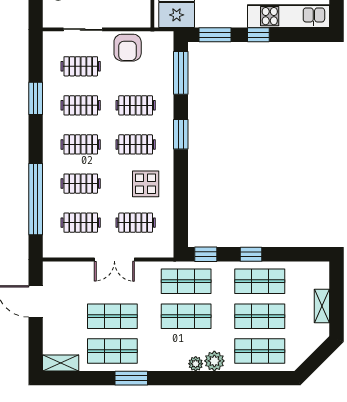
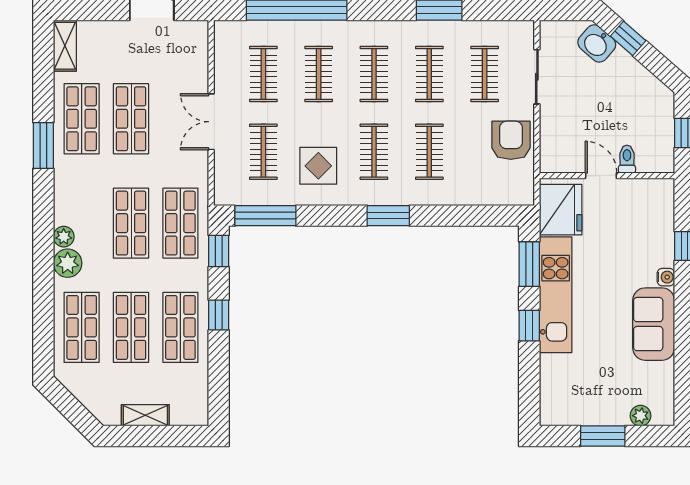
kitchen unit: (289, 16) -> (556, 295), moved
armchair: (128, 48) -> (511, 140), turned 90
window: (181, 73) -> (265, 216), moved

